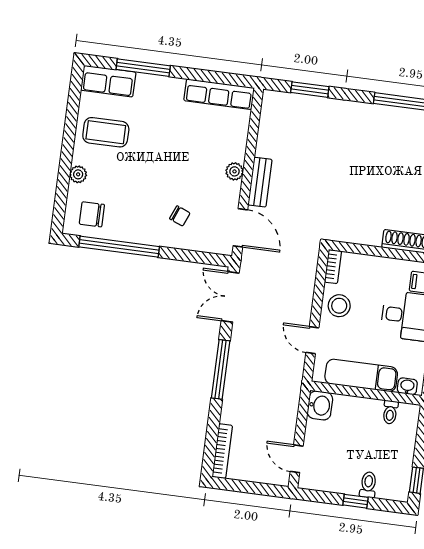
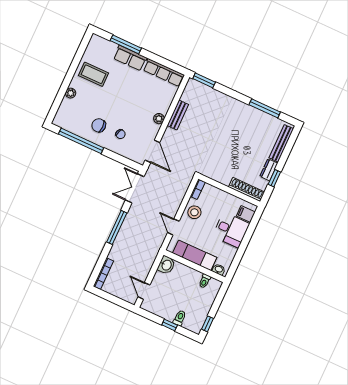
row of seats: (108, 81) -> (130, 58), moved
window: (310, 90) -> (204, 80), moved
bench: (260, 182) -> (178, 115), moved
chair: (92, 214) -> (99, 125), moved

